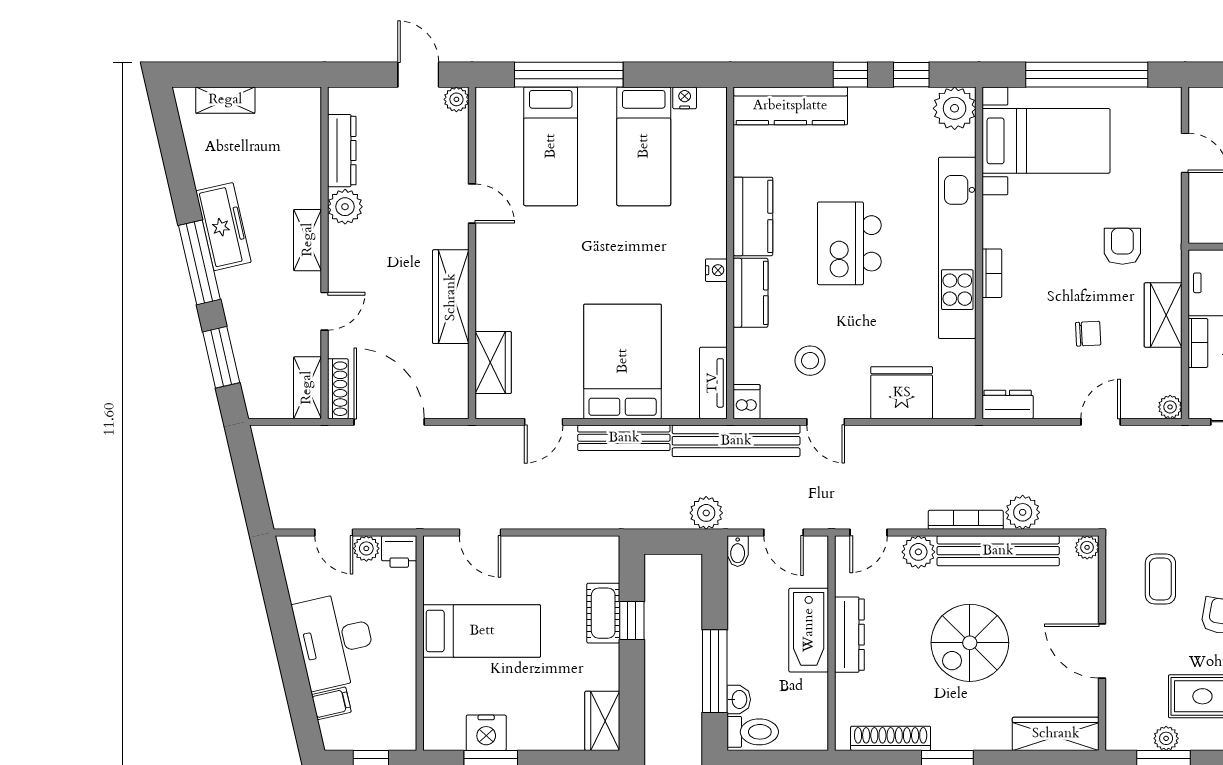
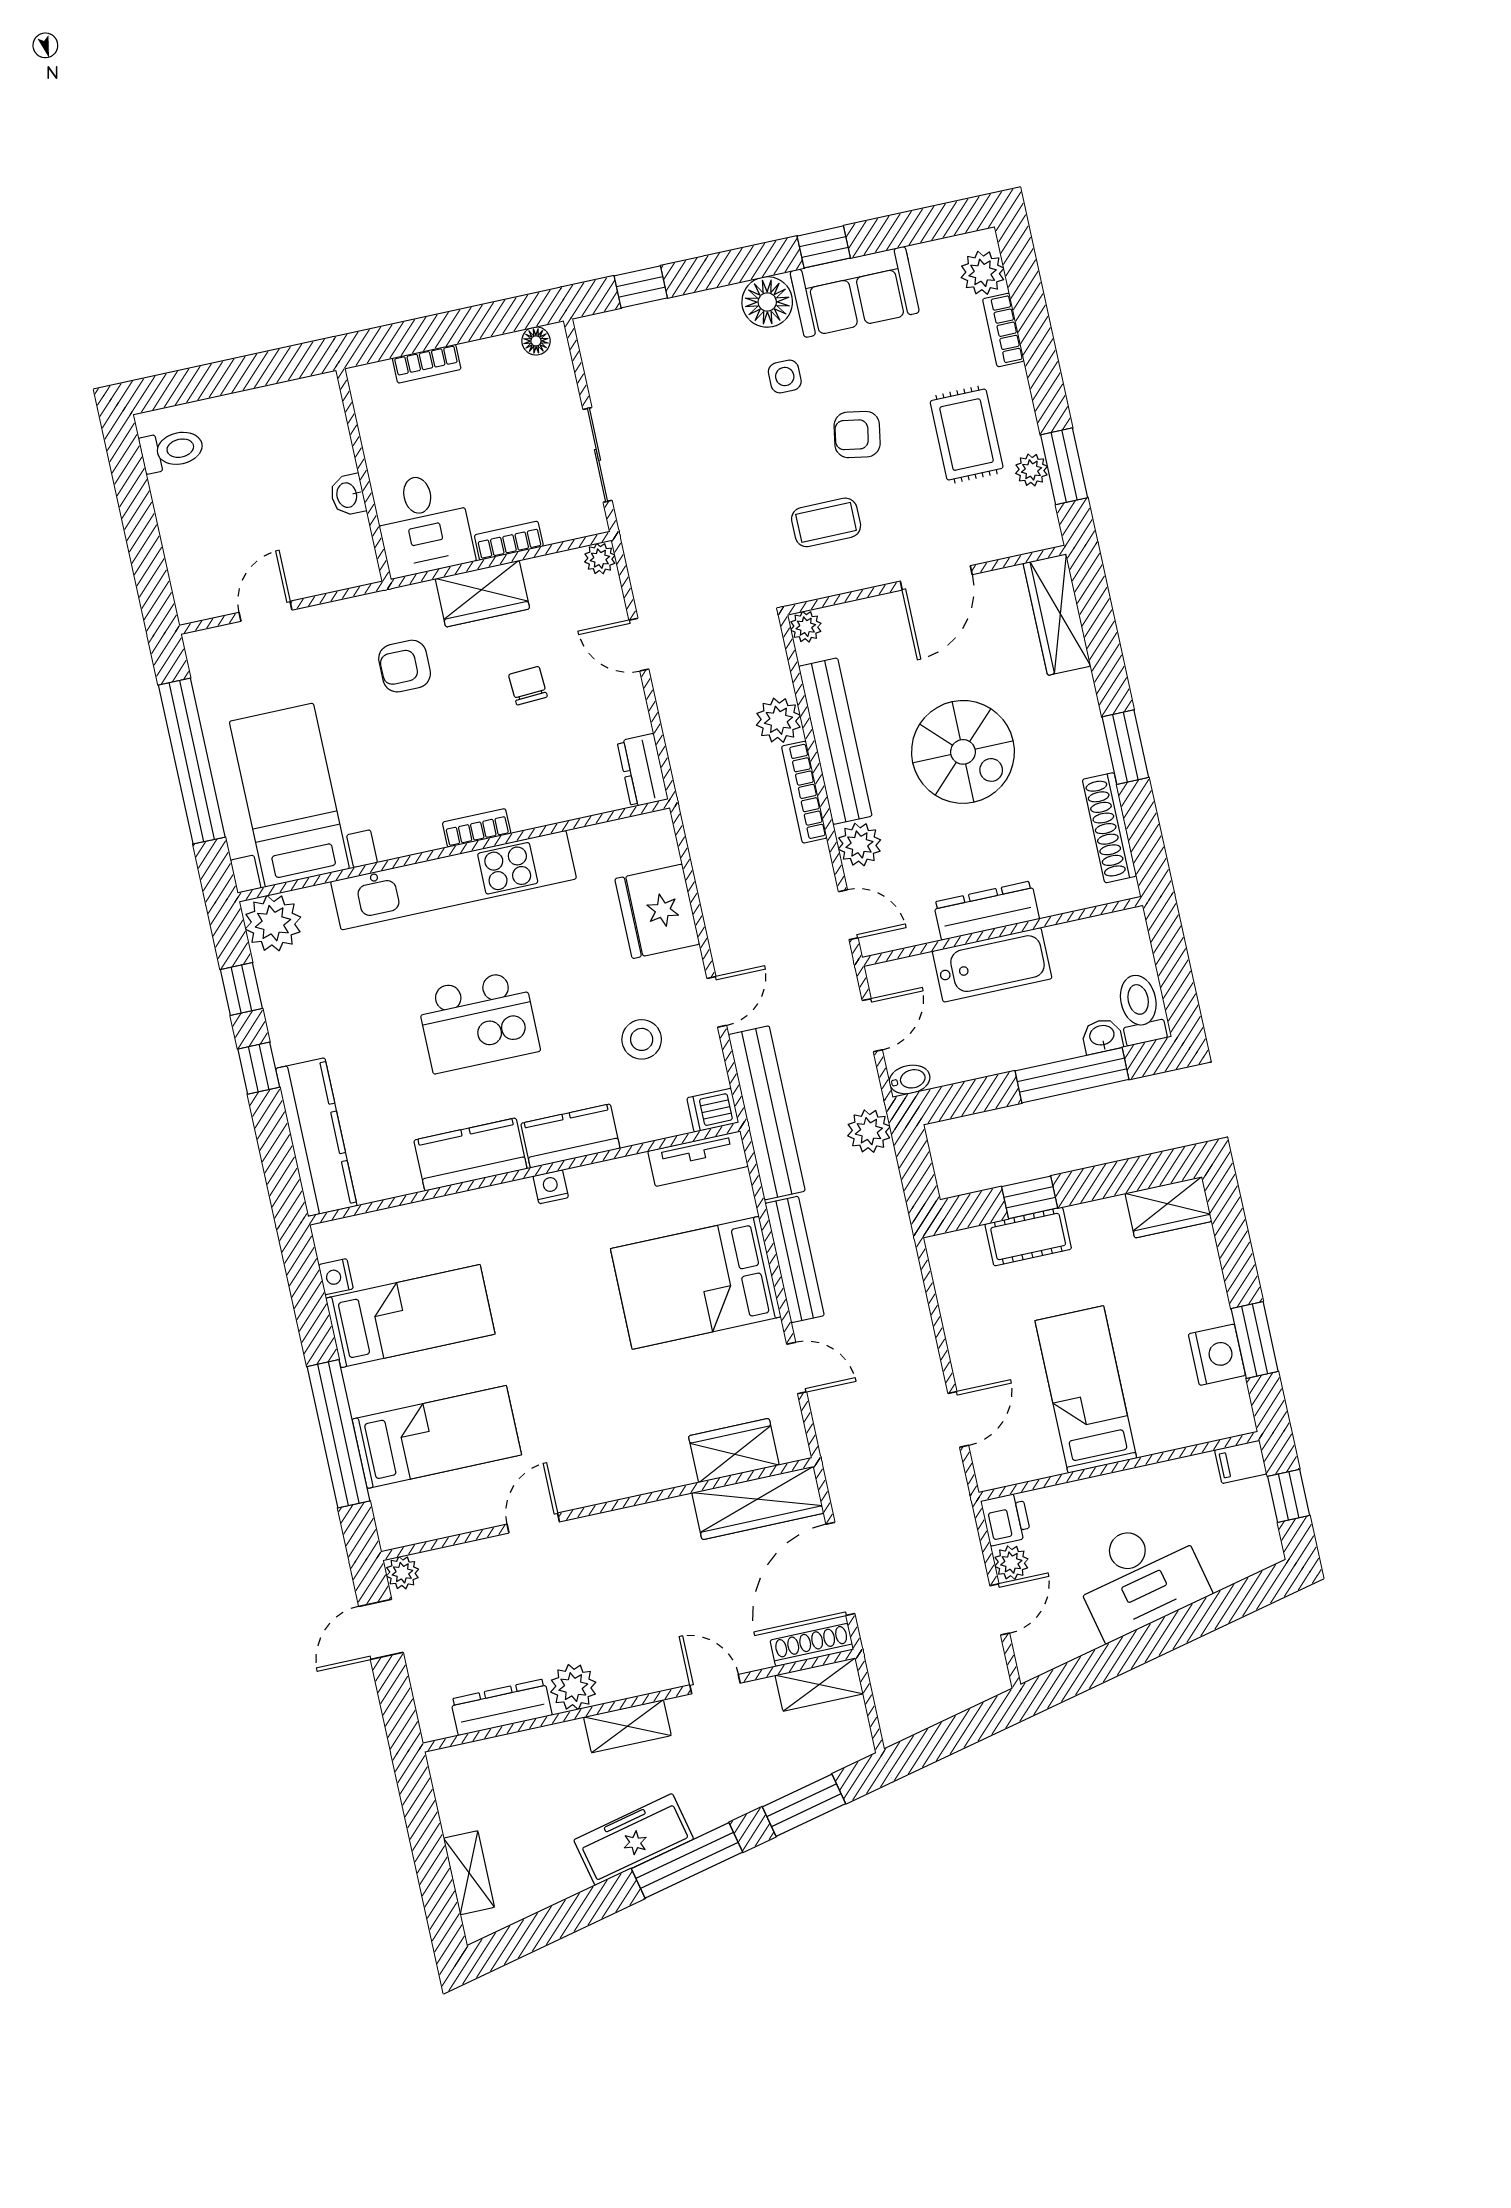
wardrobe: (451, 297) -> (758, 1503), moved
filing cabinet: (331, 703) -> (1241, 1462), moved, turned -77

